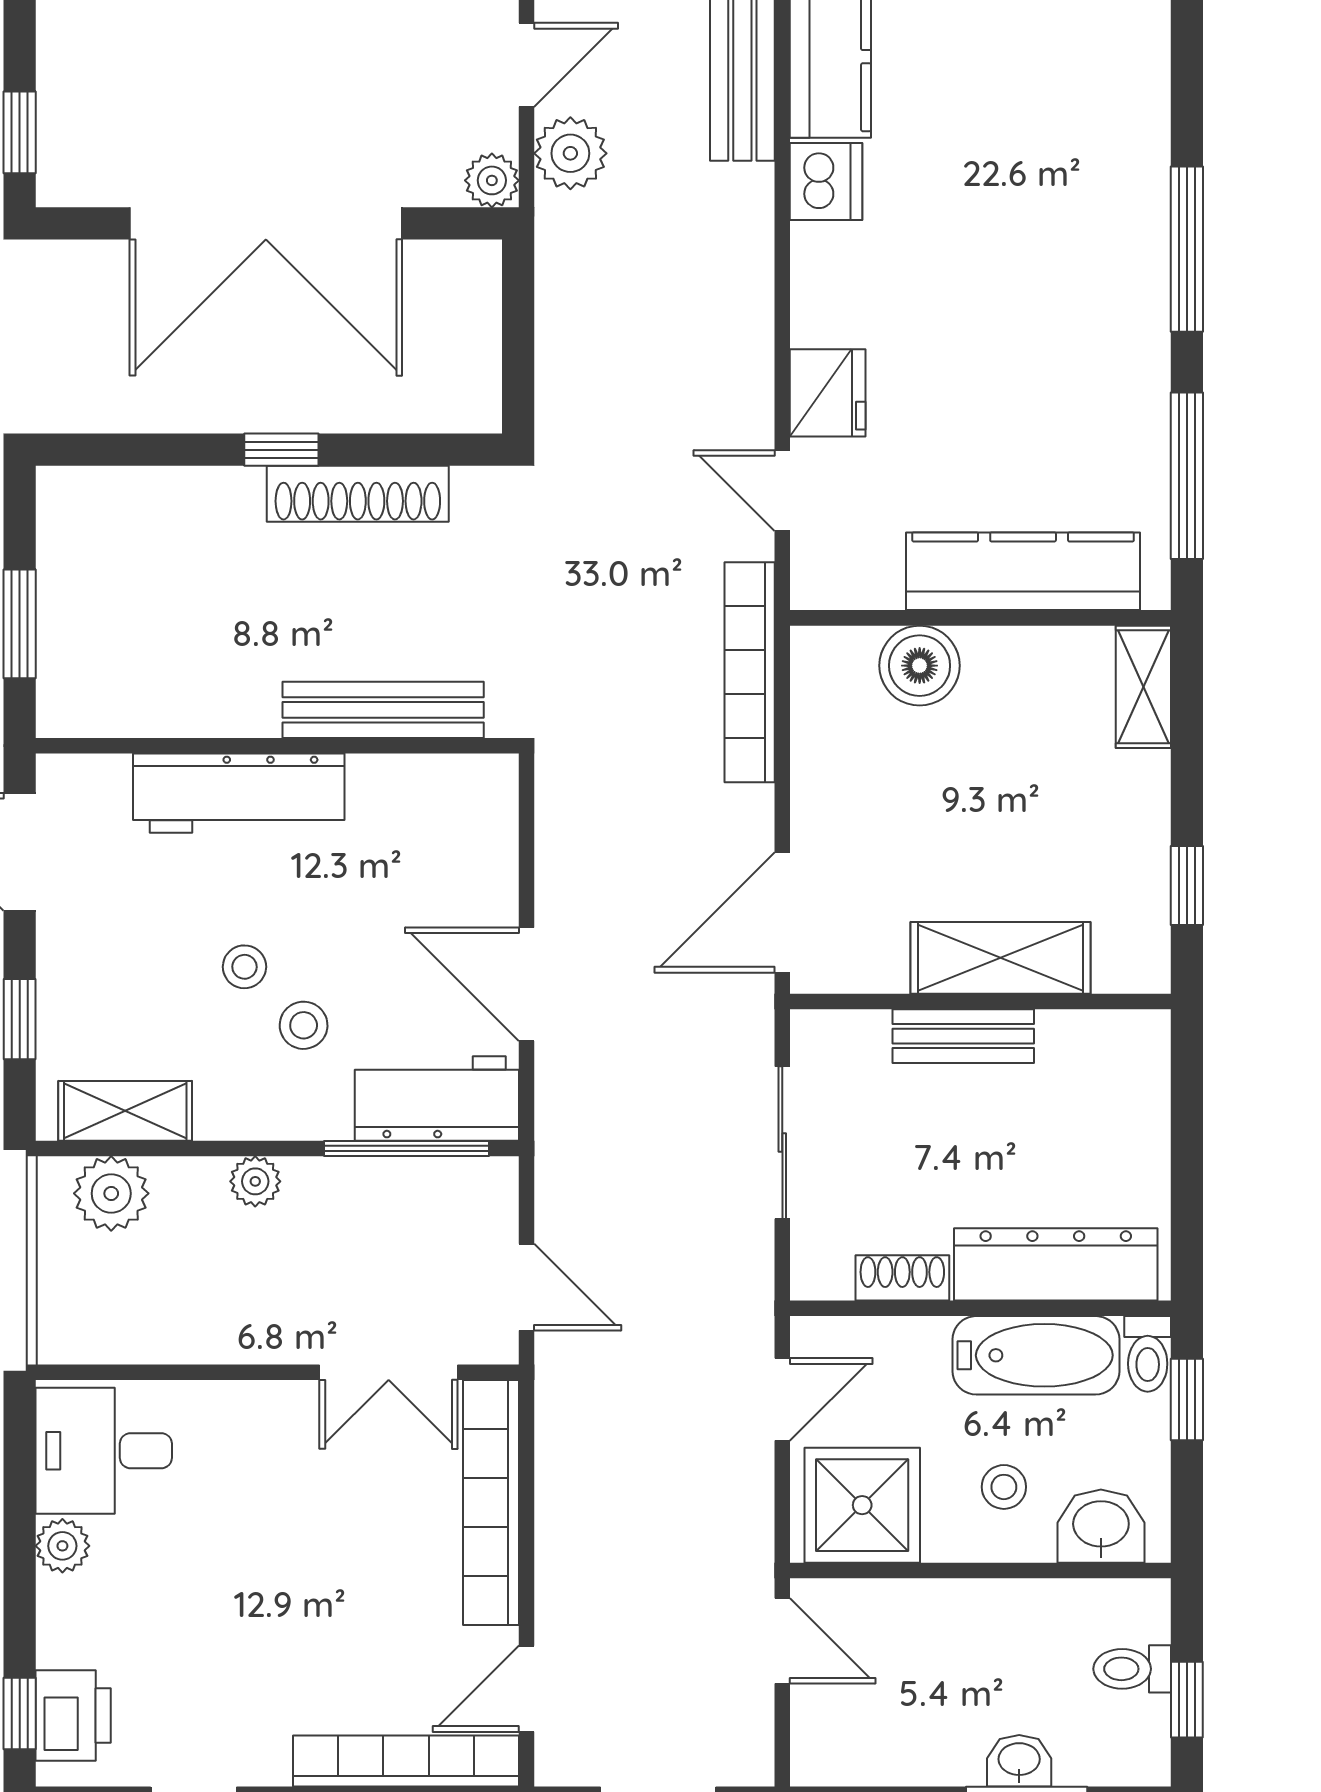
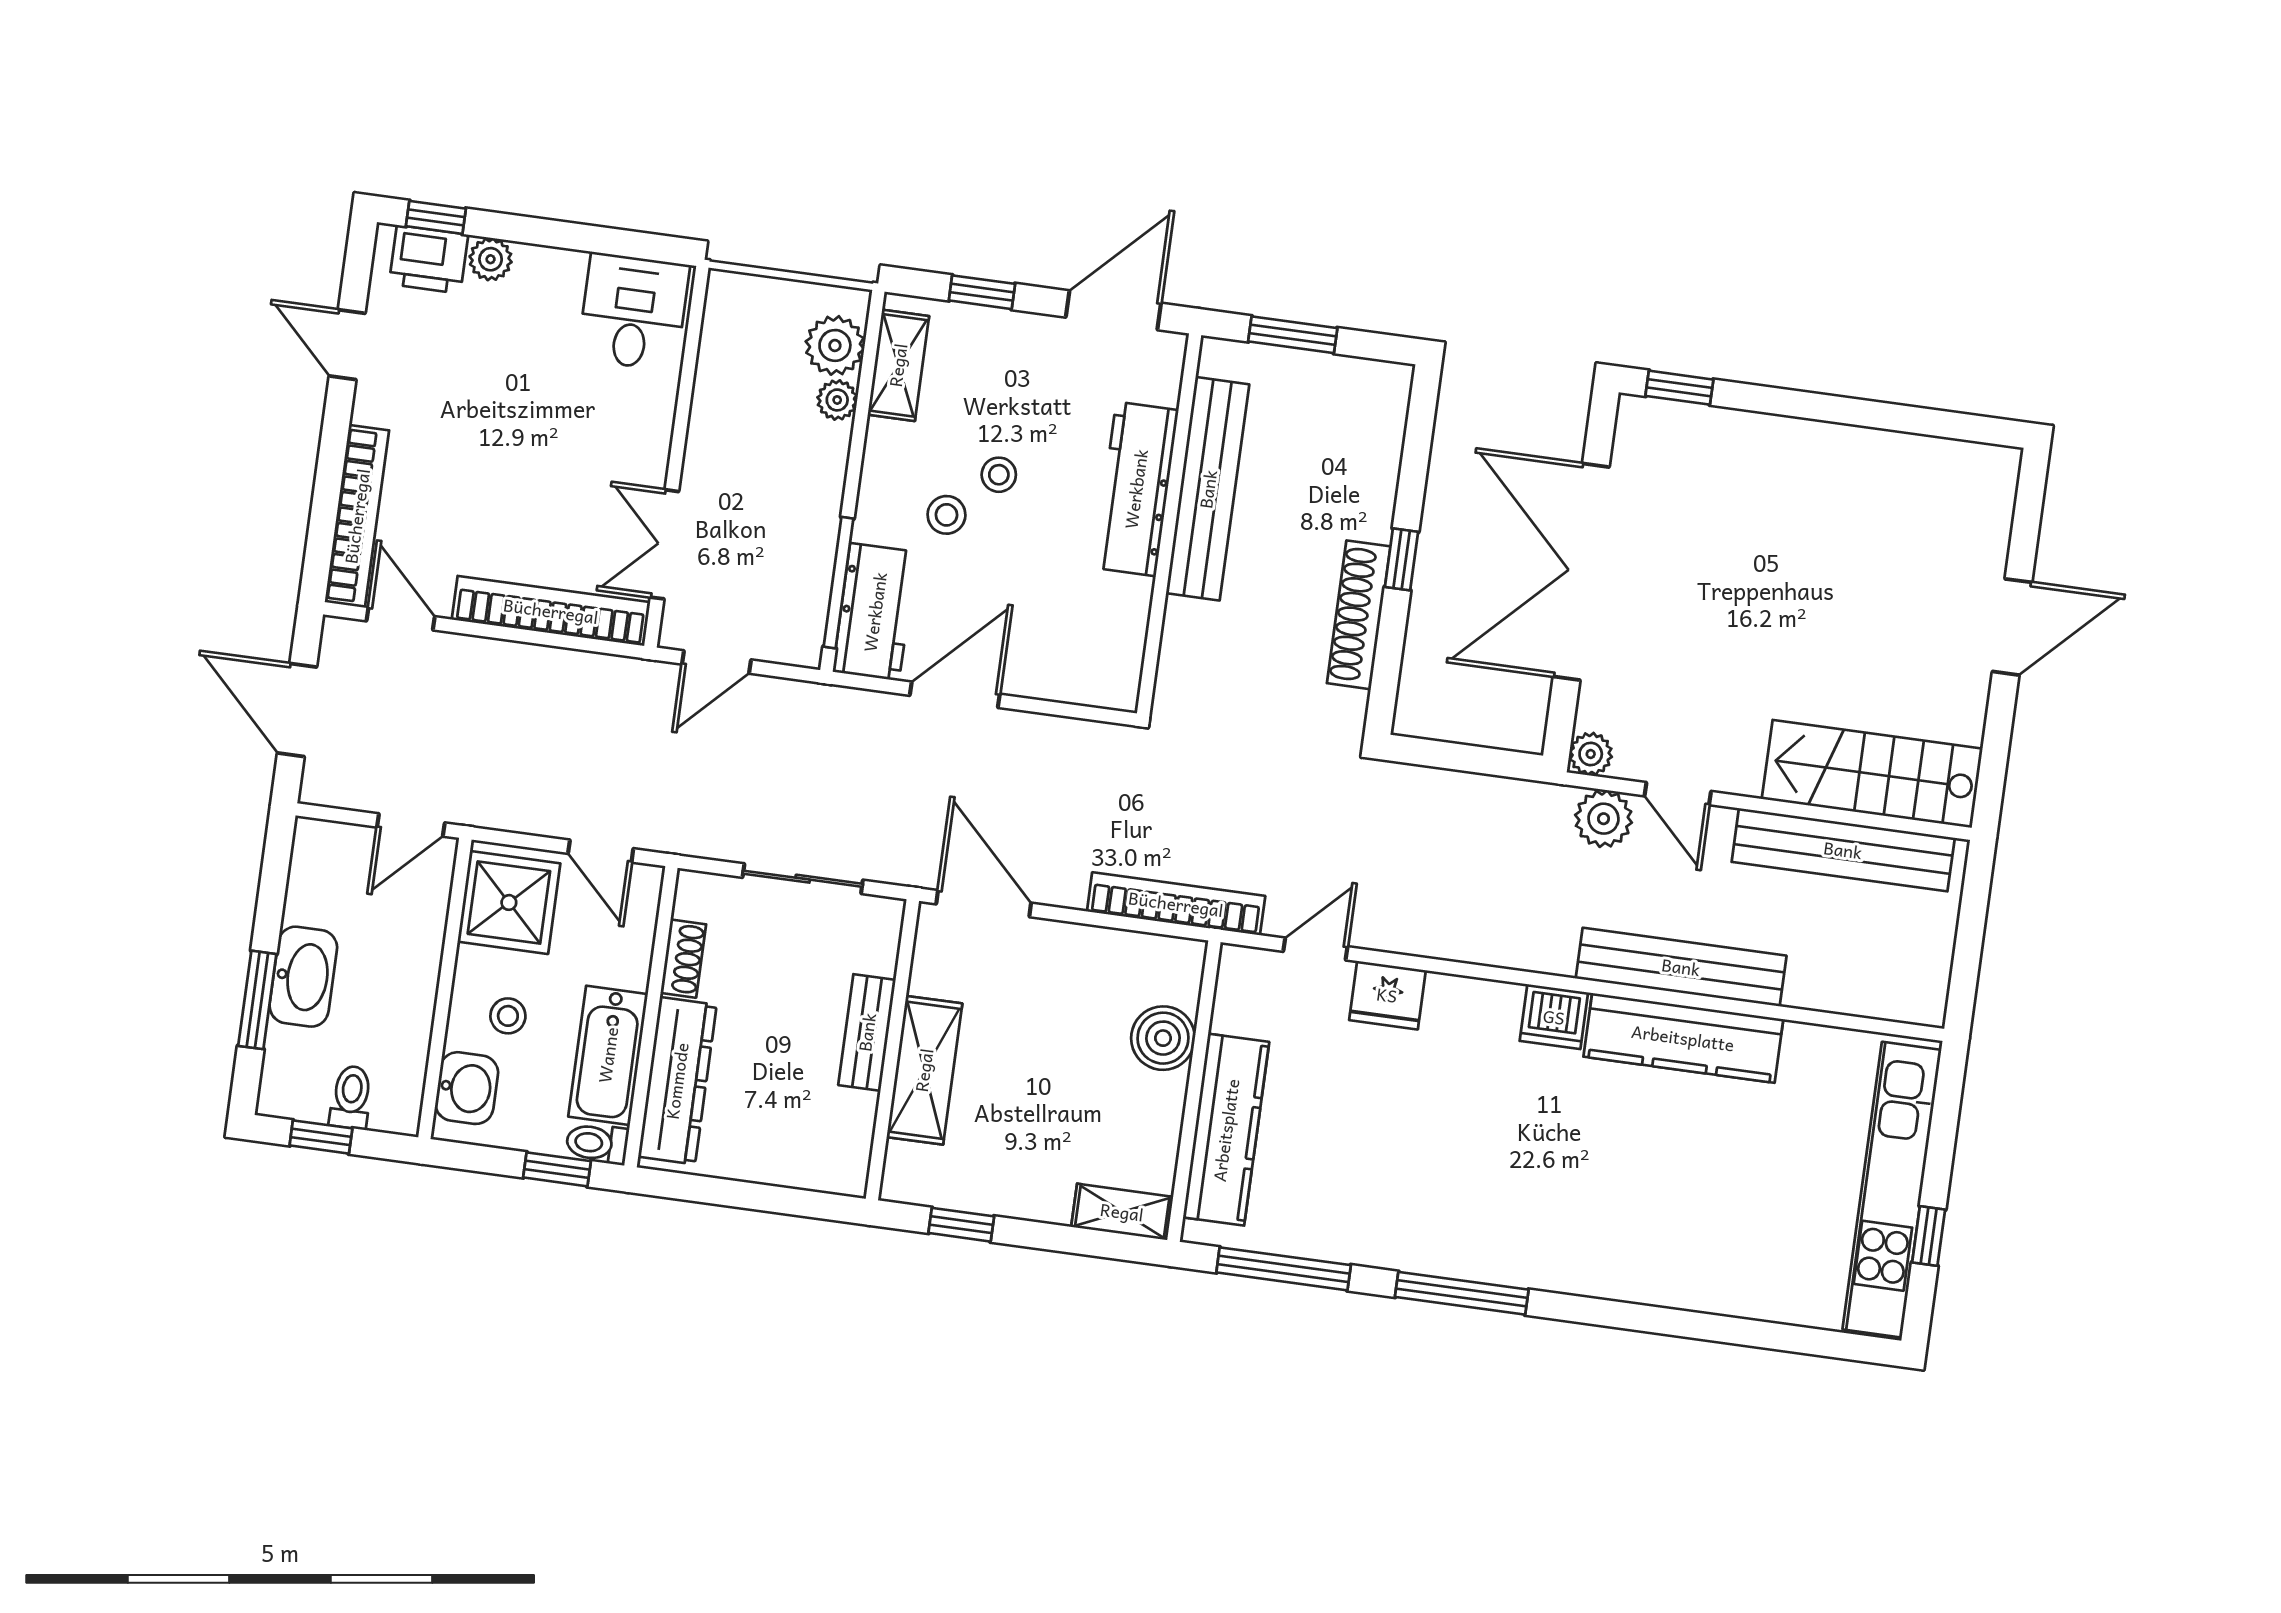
bench: (383, 710) -> (1208, 489), moved, width x1.37, depth x1.21
plant: (255, 1181) -> (837, 400), moved
plant: (62, 1546) -> (491, 259), moved
washbasin: (1019, 1761) -> (303, 977), width x1.91, depth x1.45

